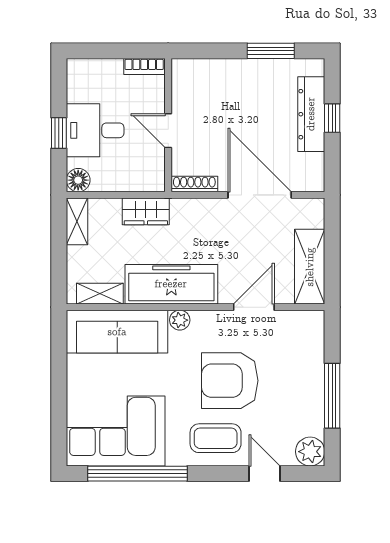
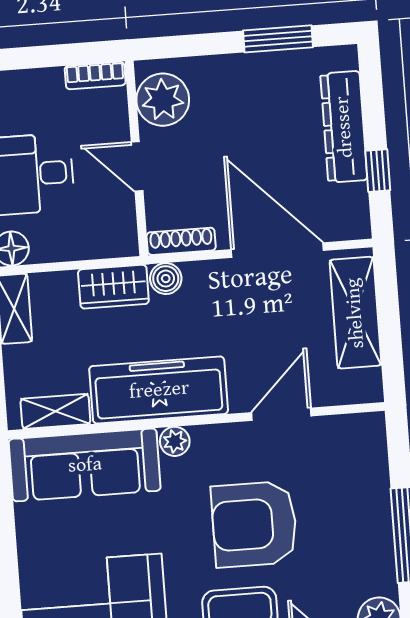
plant: (189, 86) -> (163, 100), added
window: (332, 118) -> (378, 171), moved
boiler: (182, 209) -> (166, 279), added
shelving: (310, 267) -> (355, 313), moved

